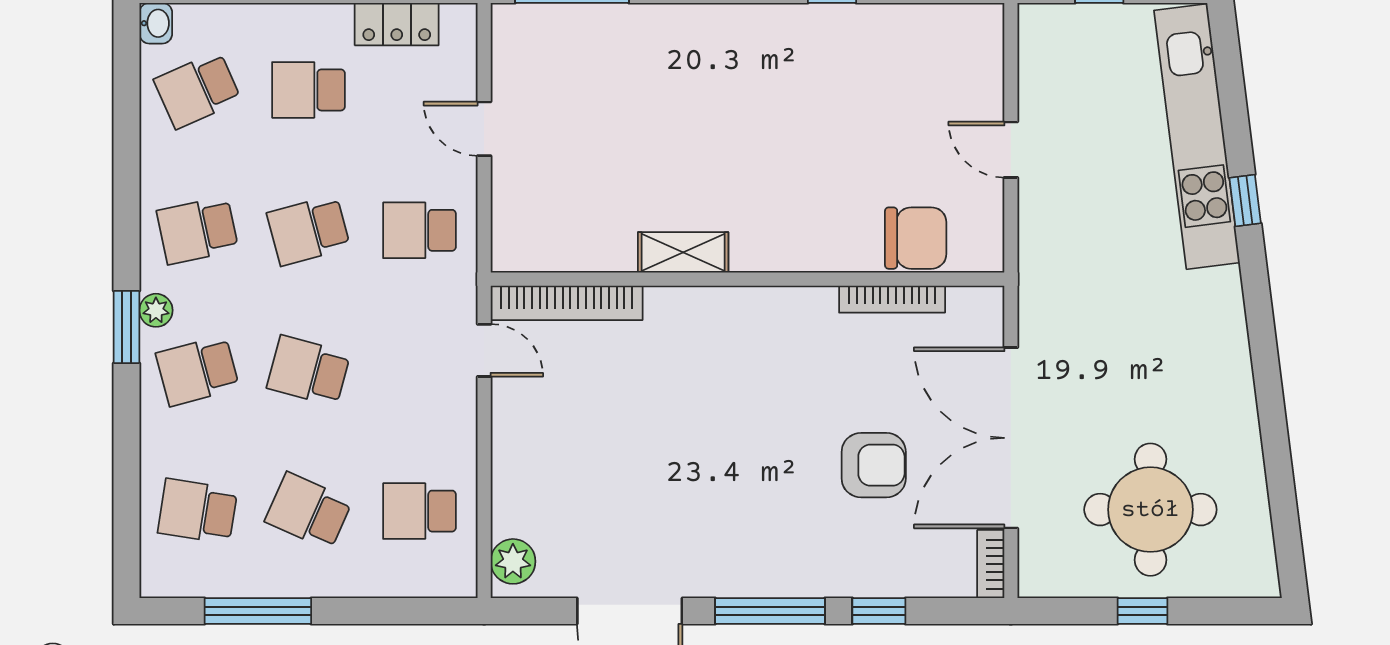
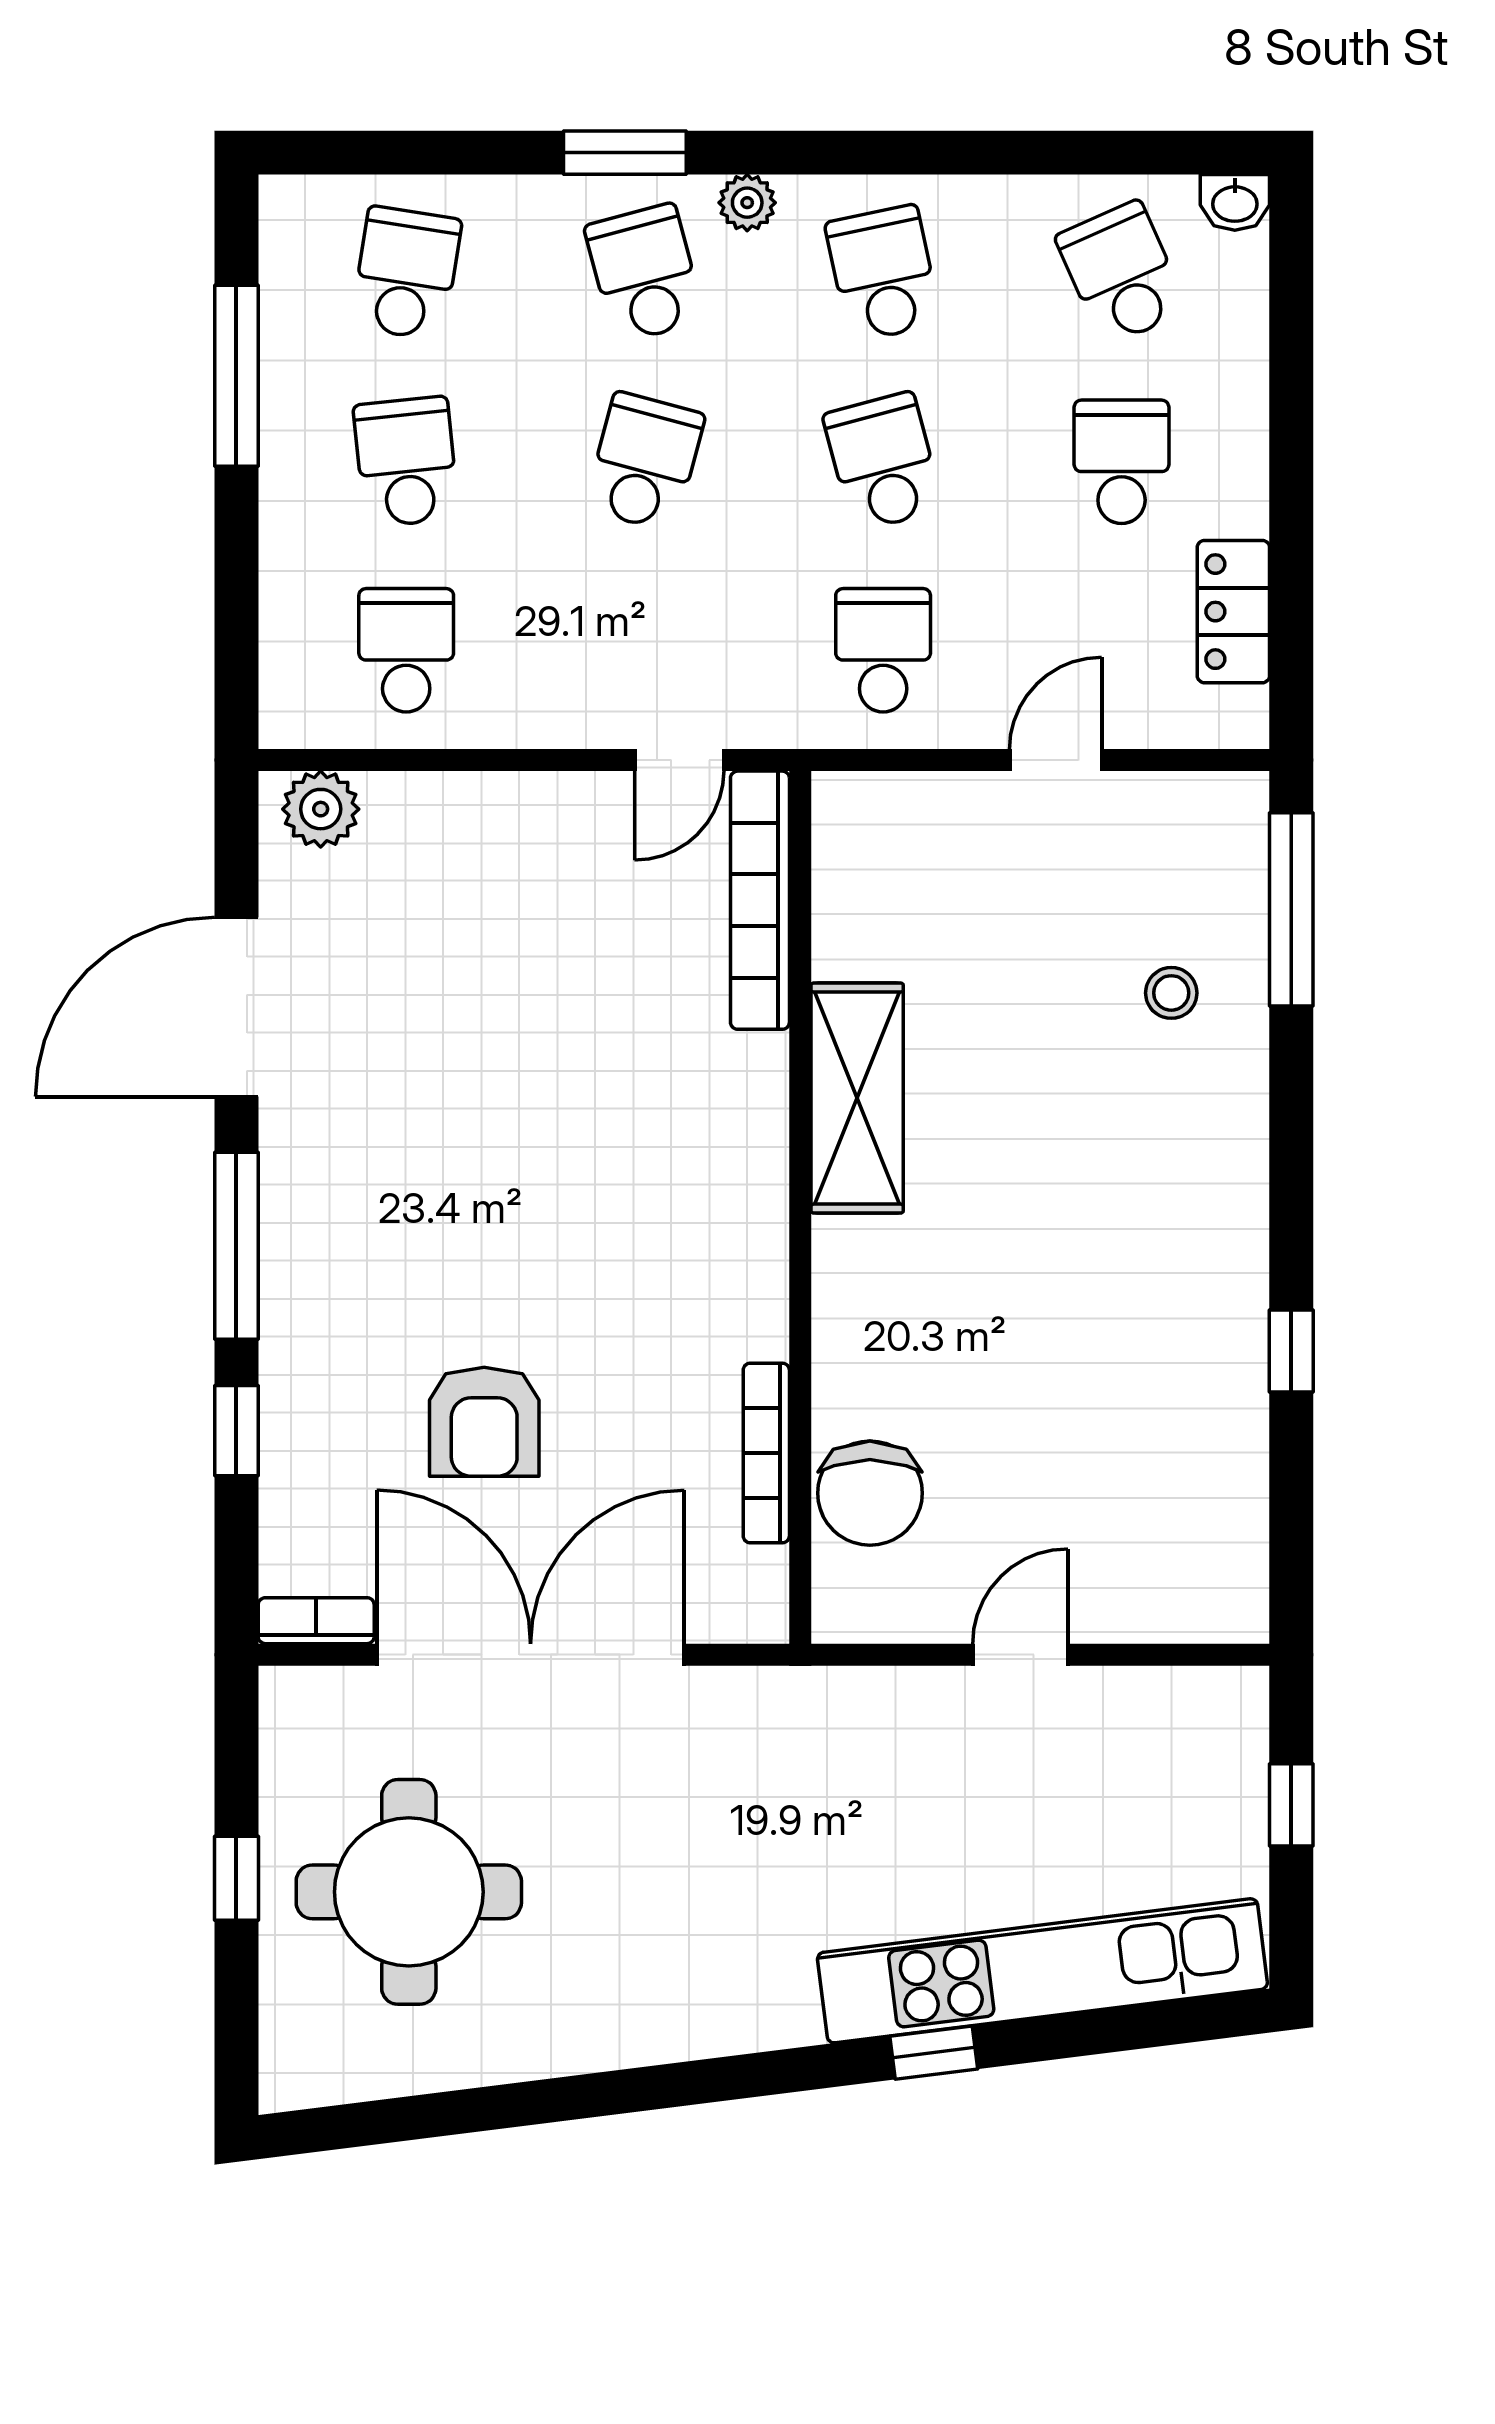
stool: (621, 61) -> (1171, 993), added
shelving: (683, 252) -> (857, 1098), width x1.50, depth x1.33
window: (127, 327) -> (625, 153), moved
school desk: (309, 511) -> (406, 462), turned -30

